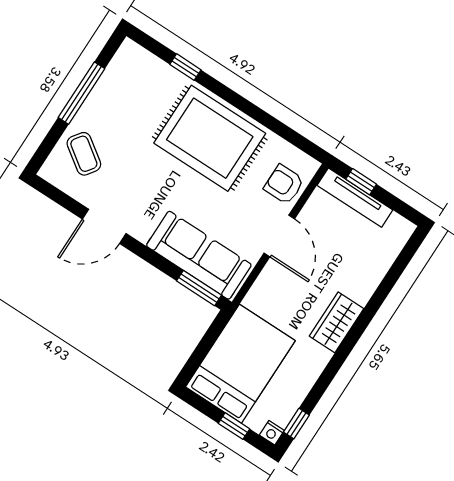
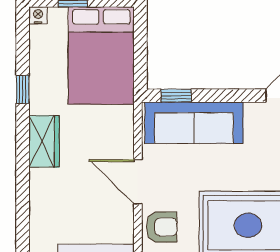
window: (199, 288) -> (176, 96), width x0.67
window: (296, 424) -> (23, 90), moved

